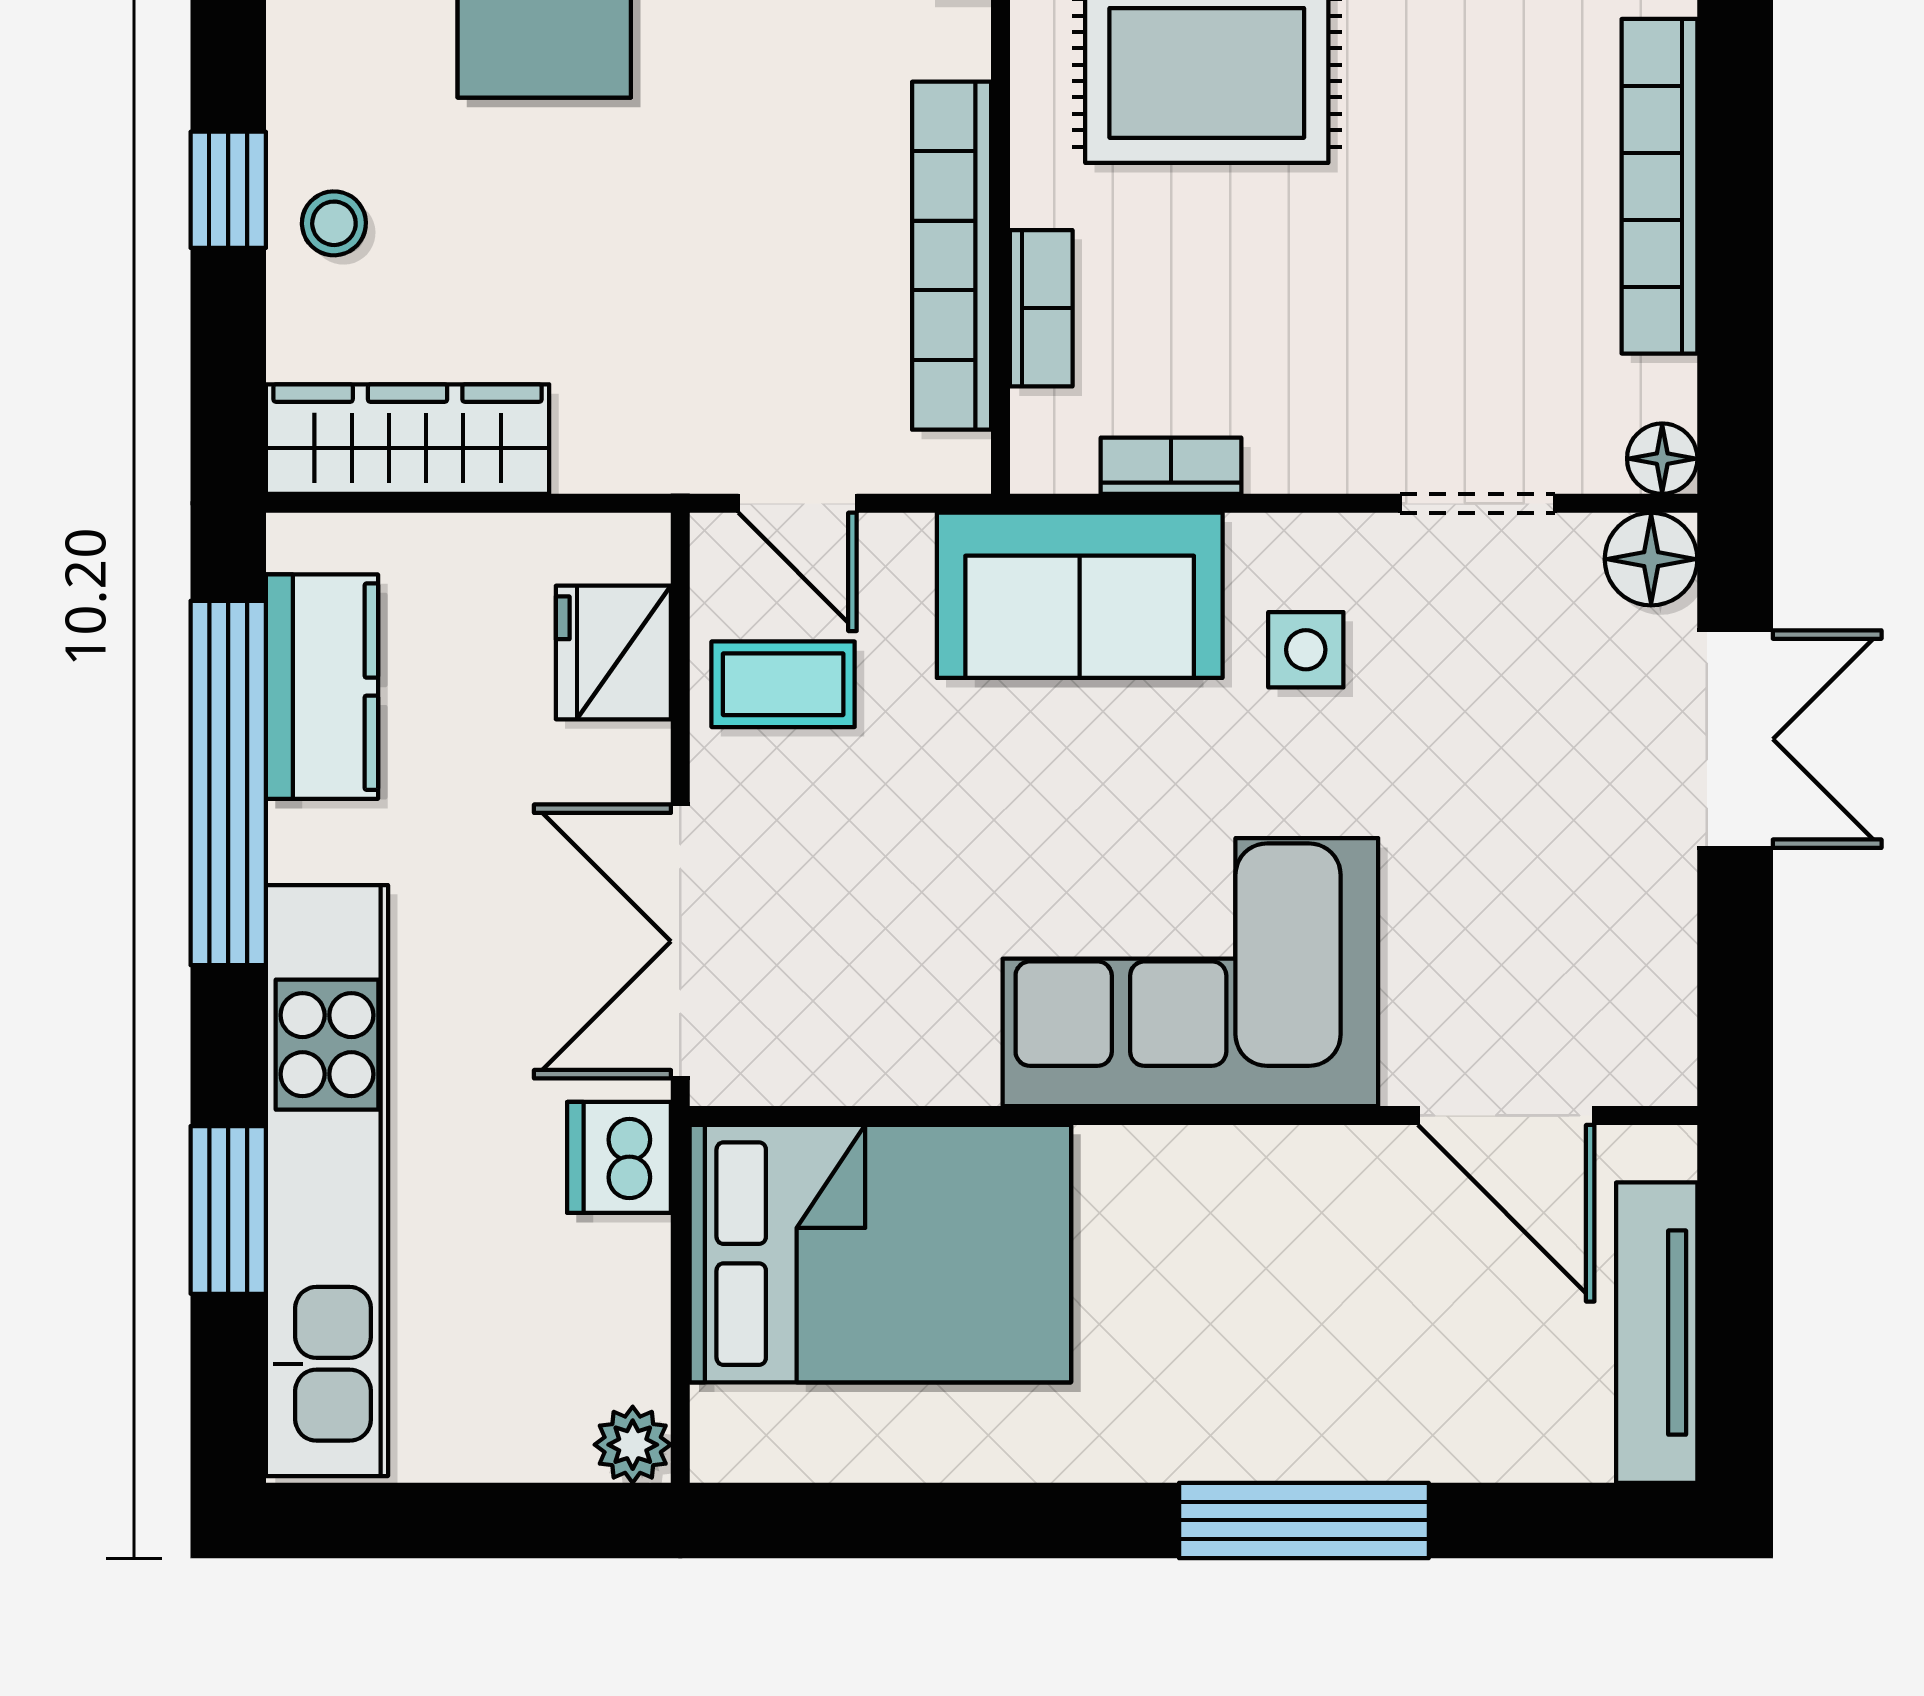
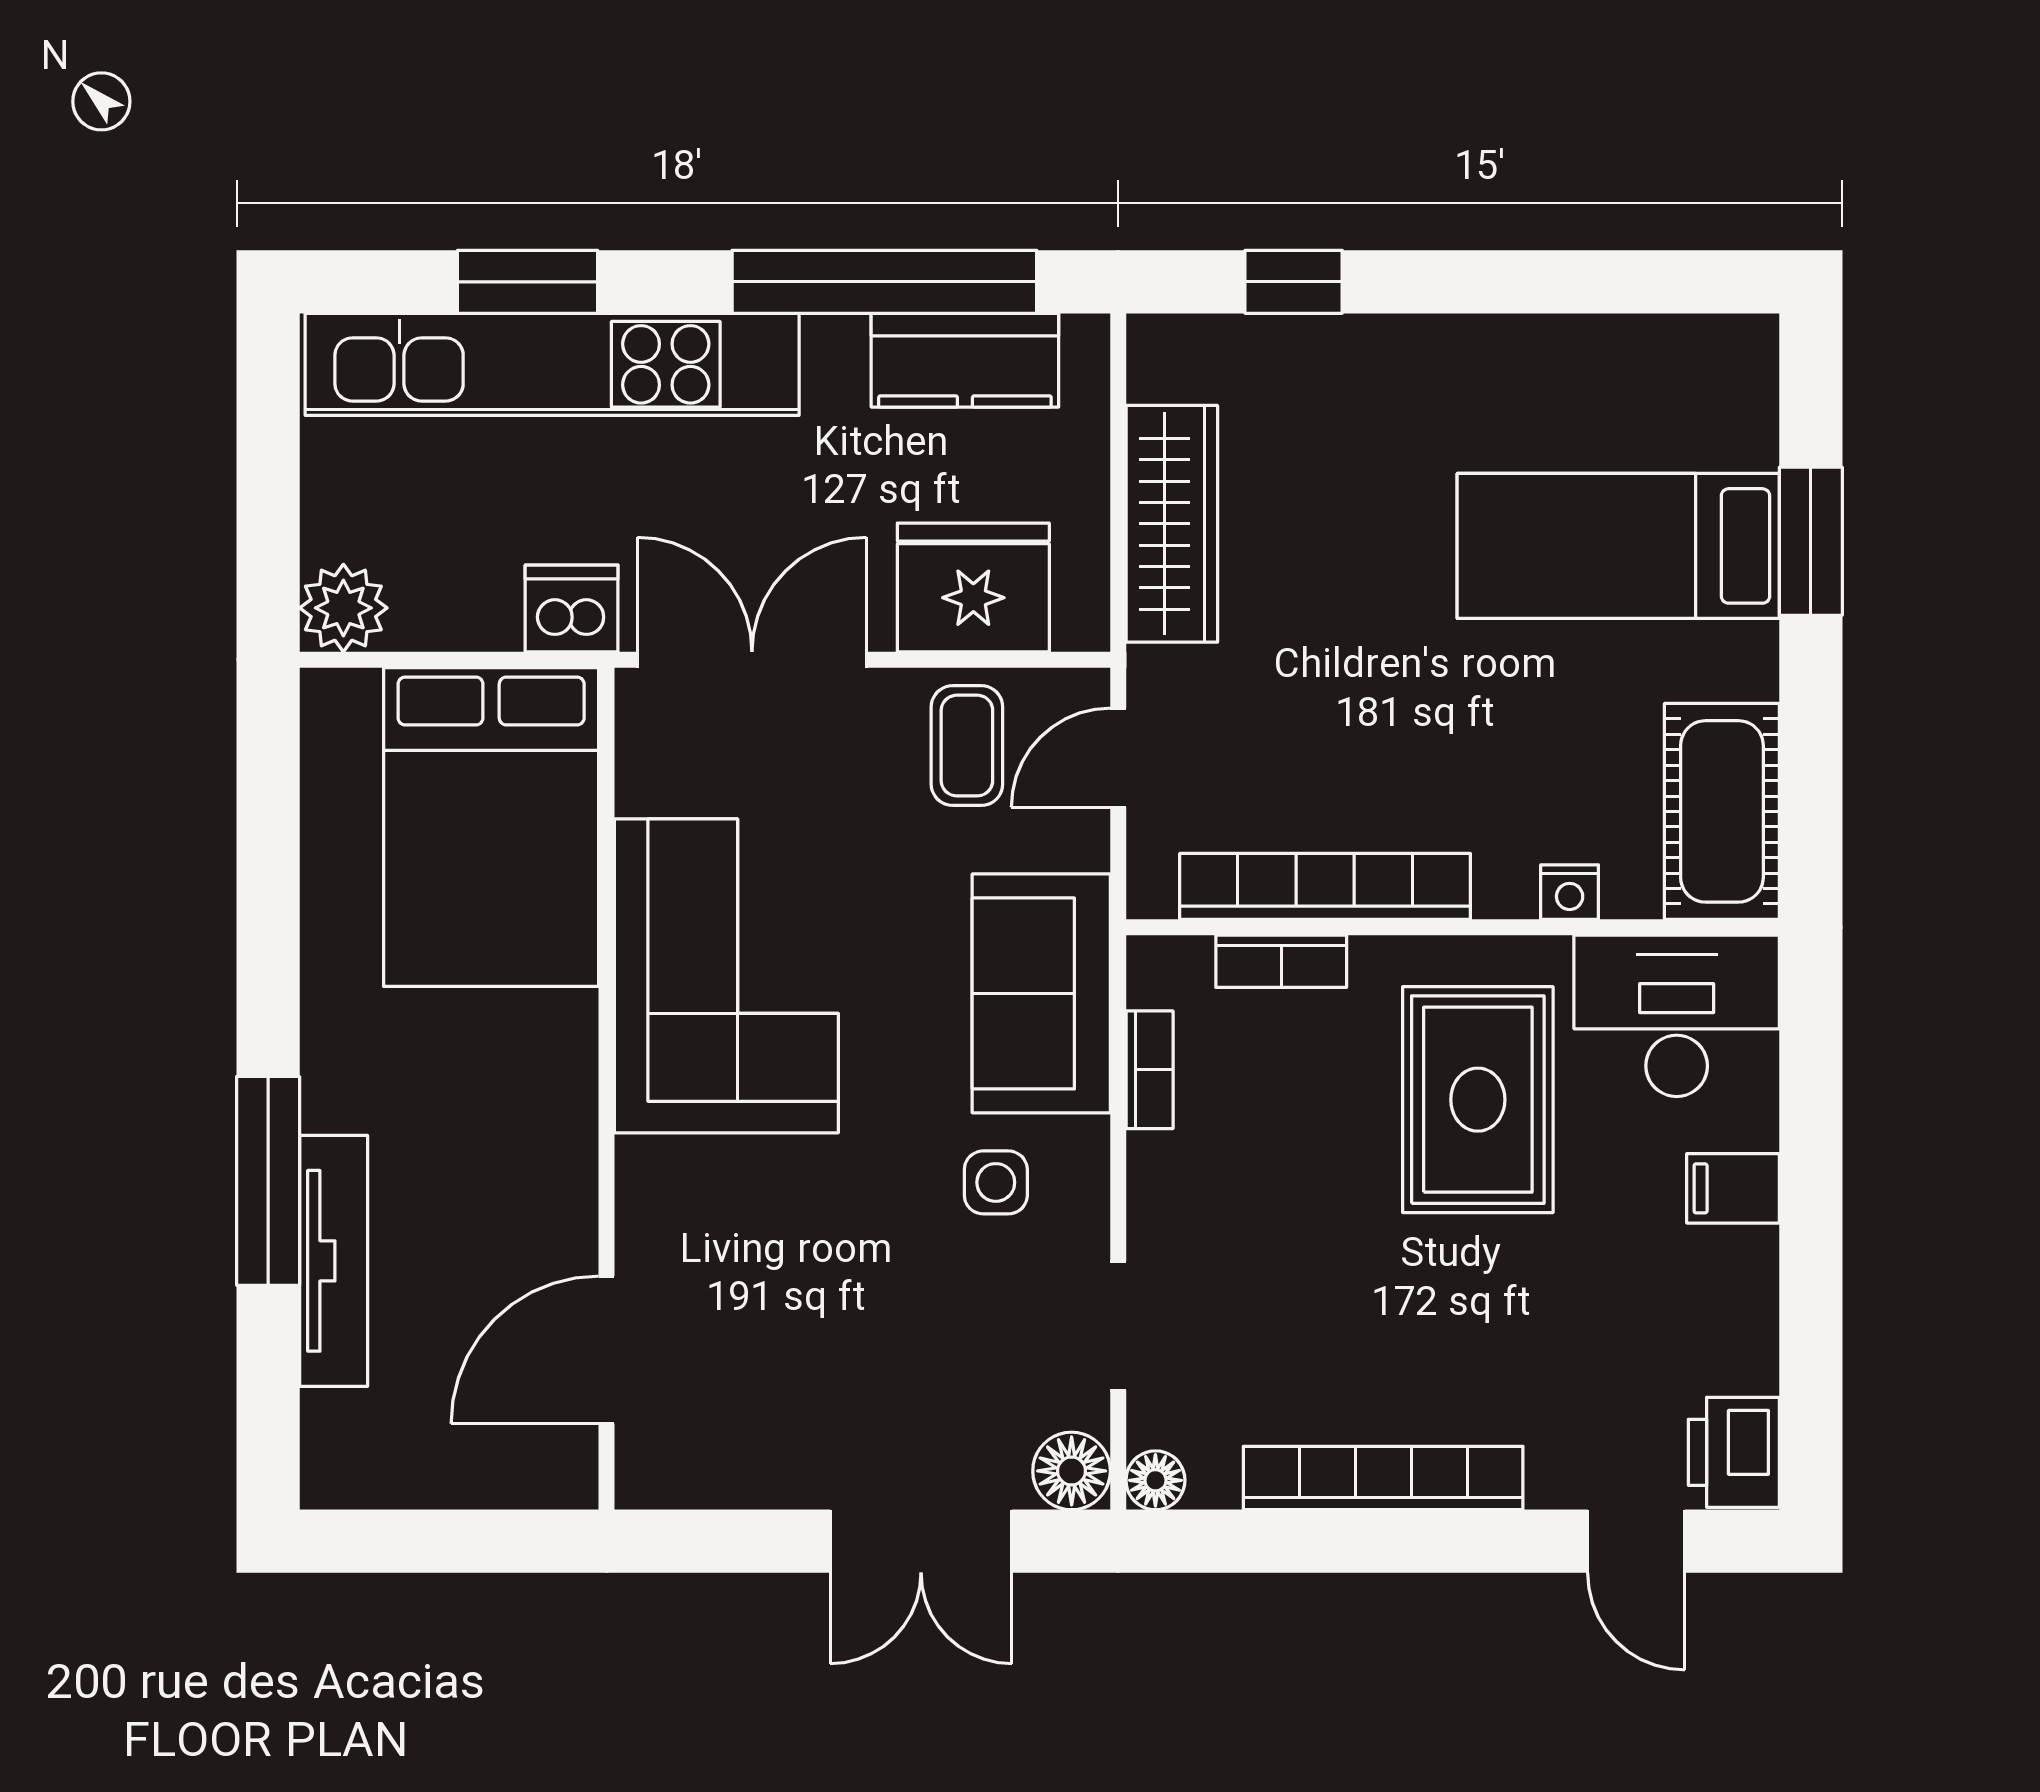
window: (228, 190) -> (1294, 282), moved
stool: (334, 223) -> (1352, 370), removed
wardrobe: (408, 439) -> (1172, 524), moved
fridge: (613, 653) -> (973, 587), width x1.36, depth x1.34
corner sofa: (1190, 972) -> (726, 976), moved
tv unit: (1657, 1333) -> (334, 1261), moved, turned 90
plant: (633, 1445) -> (343, 608), width x1.38, depth x1.38

